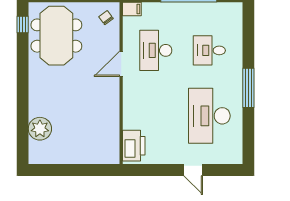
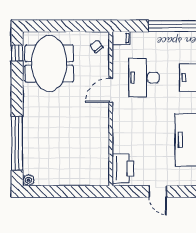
window: (23, 120) -> (17, 143), added
plant: (40, 129) -> (28, 180), moved, width x0.53, depth x0.53
door: (193, 170) -> (158, 191), moved

